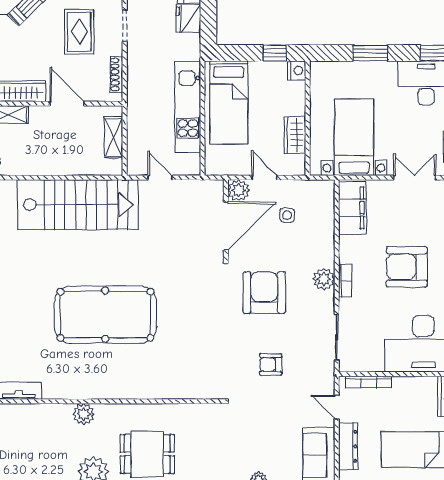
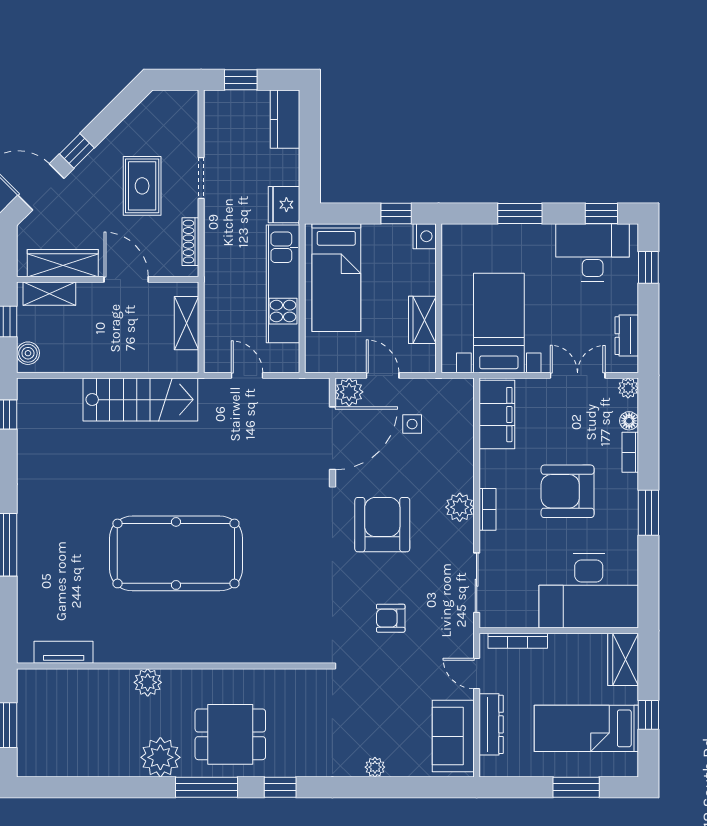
fridge: (188, 18) -> (284, 205), moved
stairs: (78, 205) -> (140, 400), width x0.73, depth x0.66

